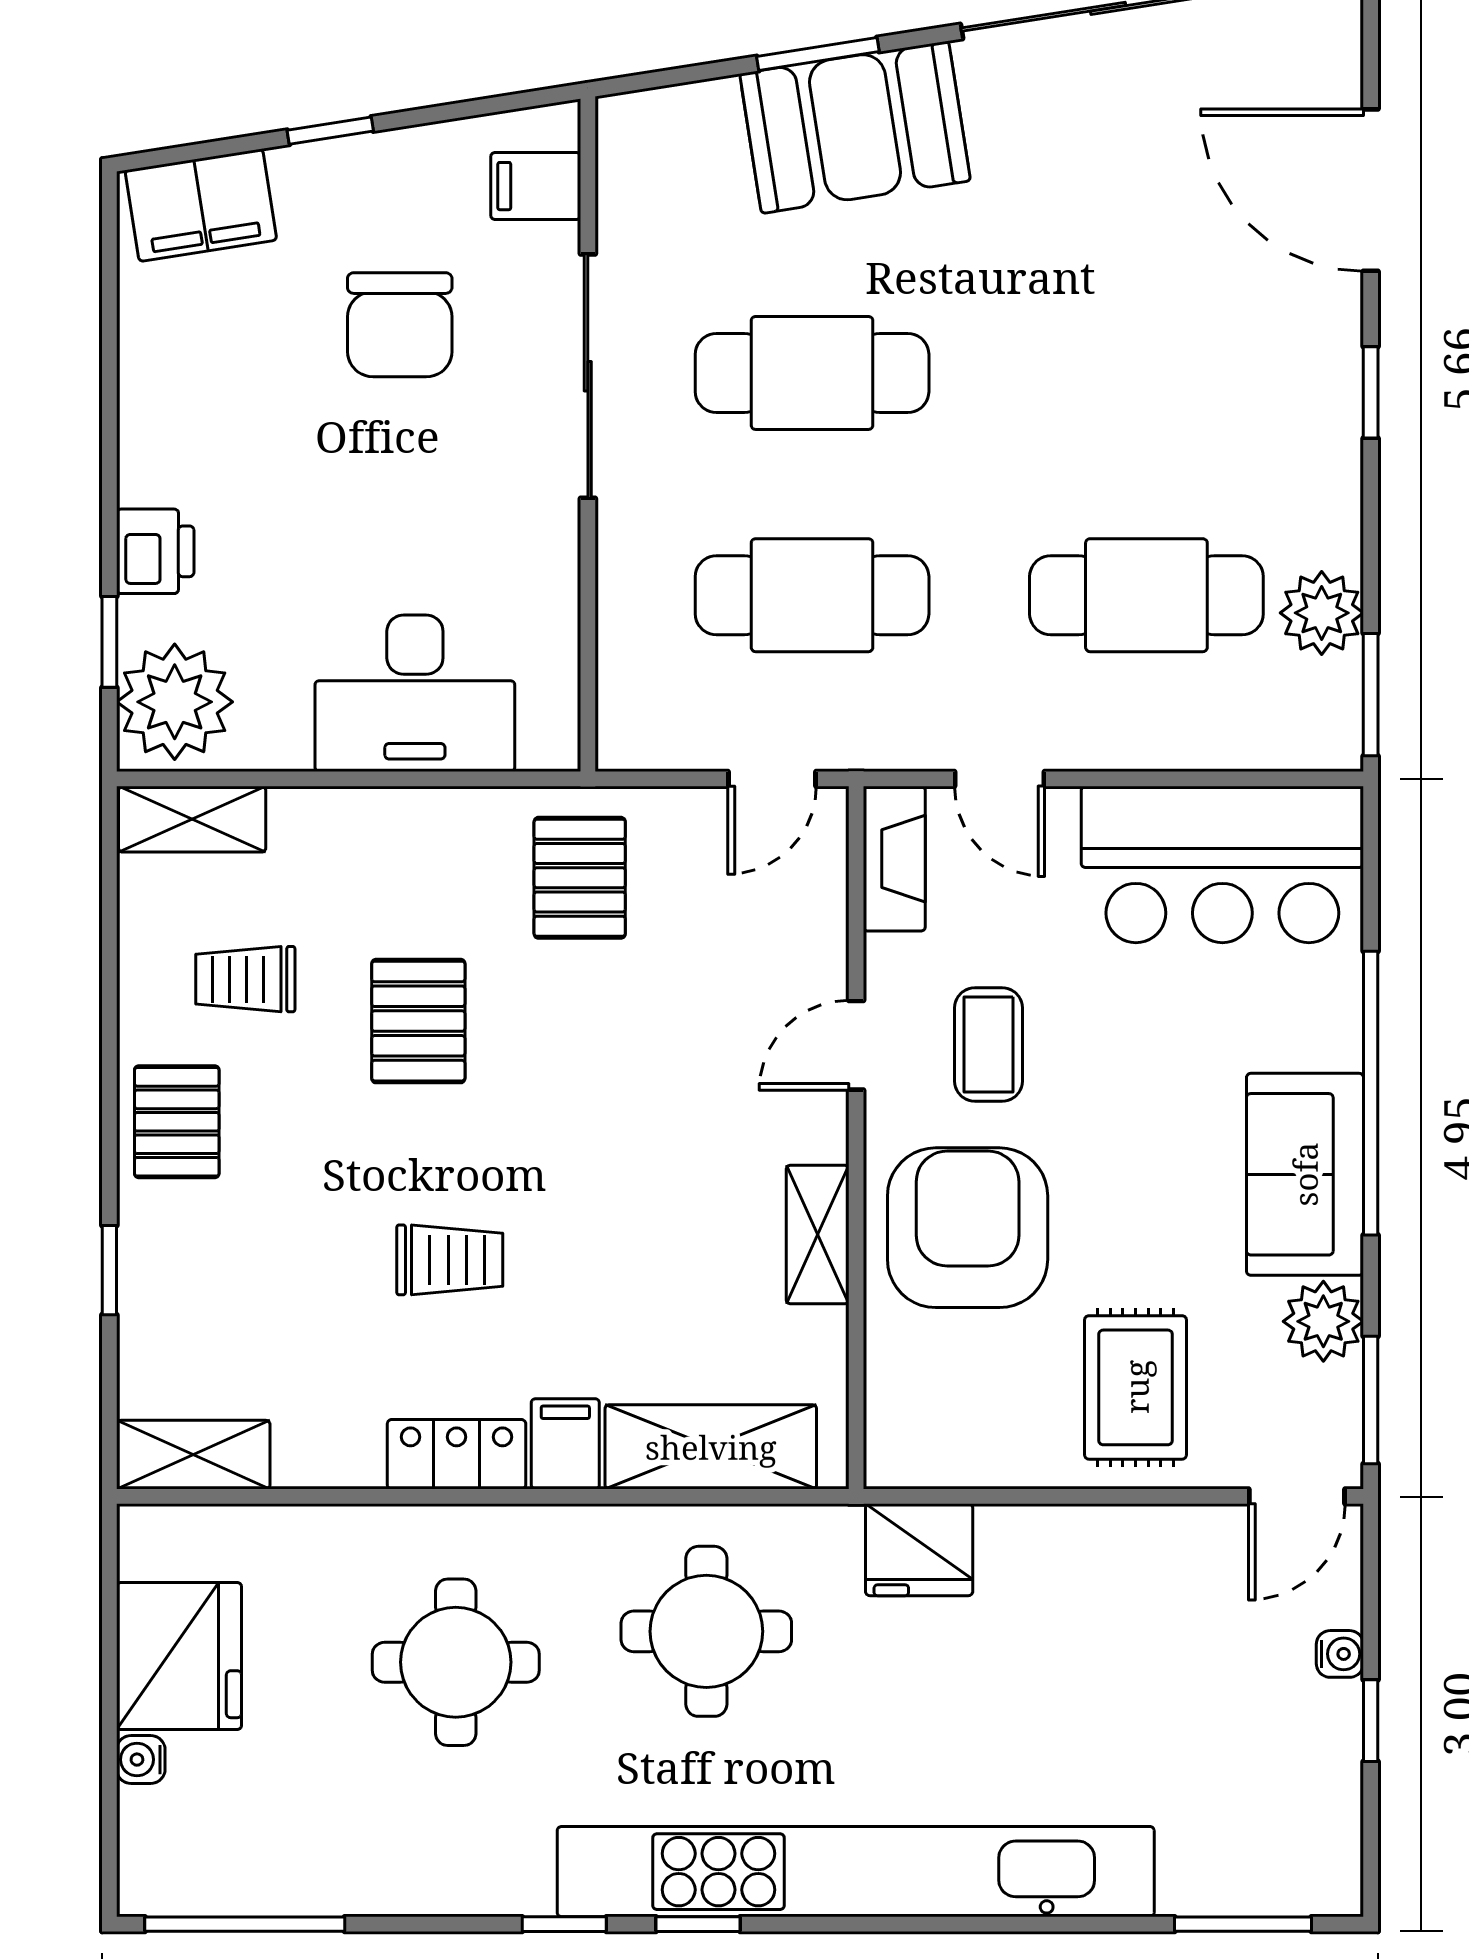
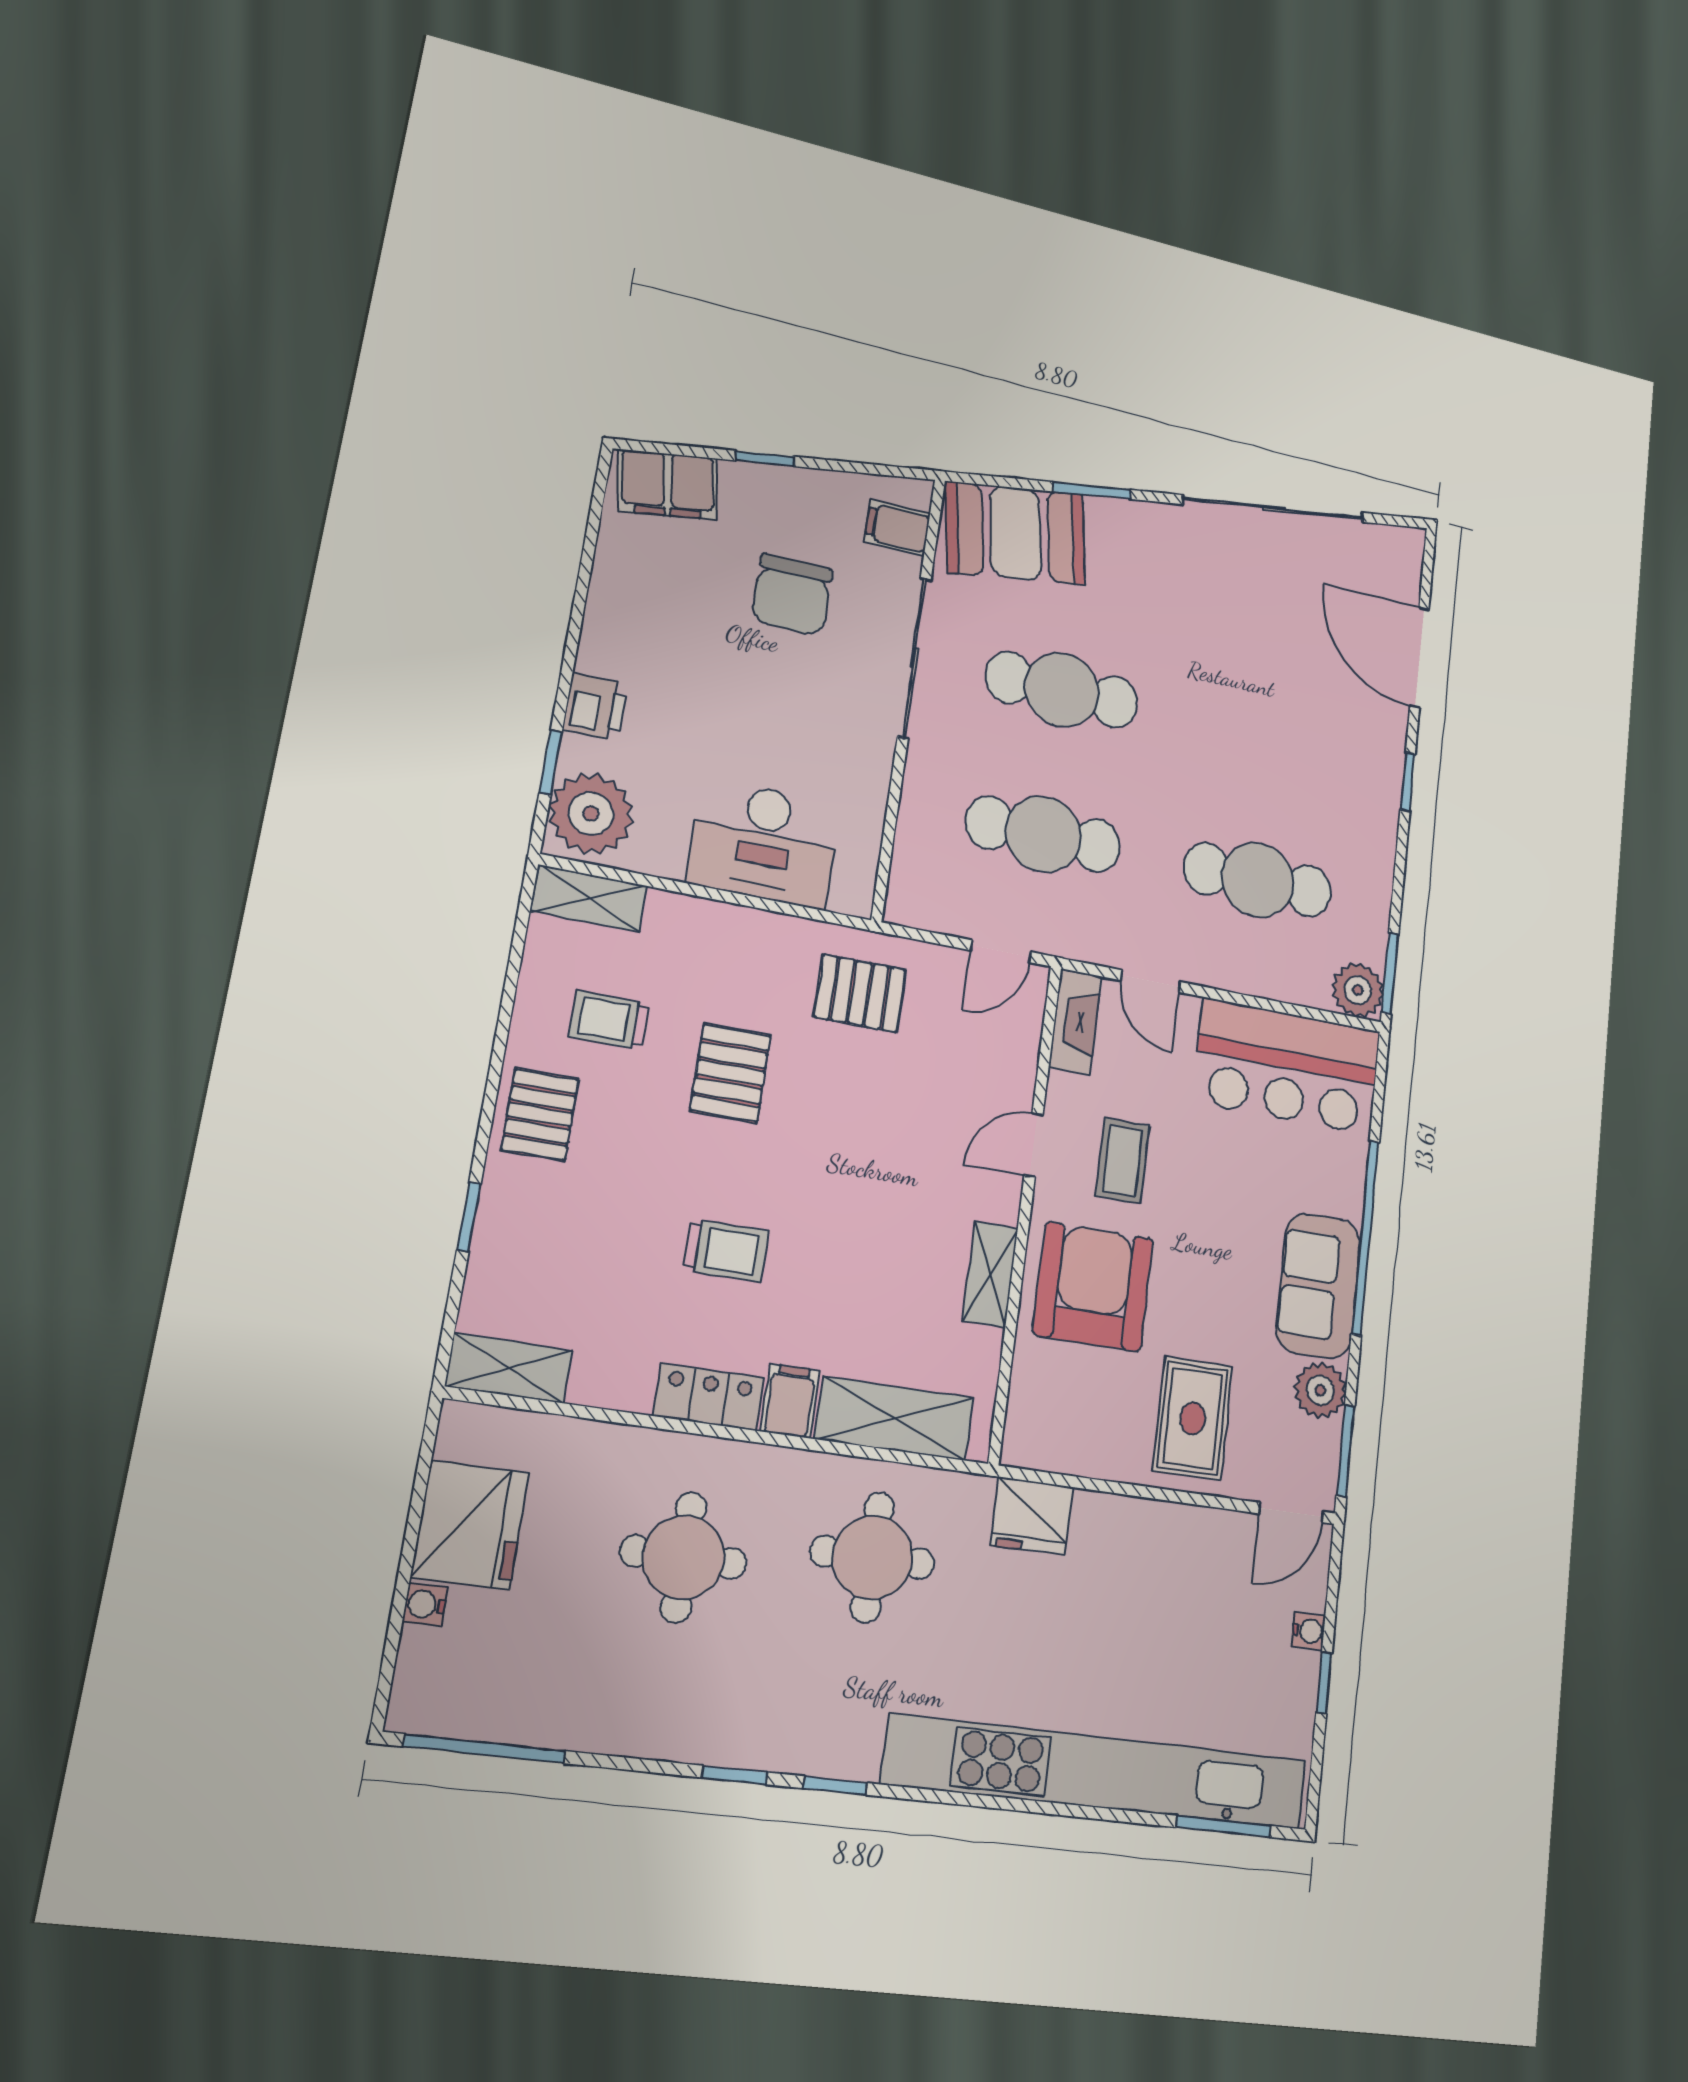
booth: (855, 127) -> (1016, 533), moved
plant: (1322, 613) -> (1358, 990), moved
pallet: (580, 878) -> (860, 993), turned 90
kitchen unit: (856, 1872) -> (1098, 1772), moved

